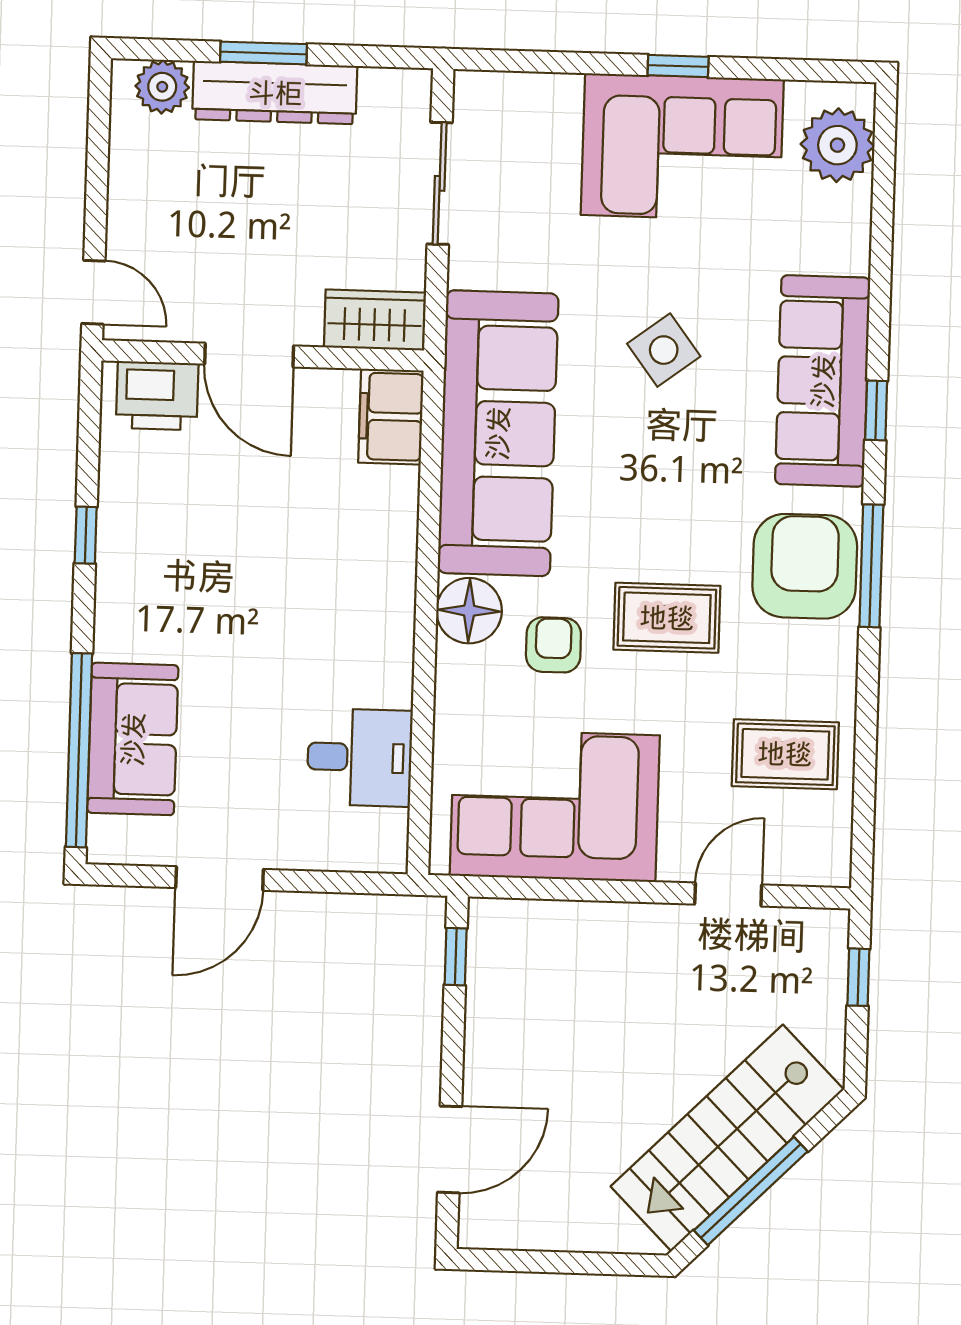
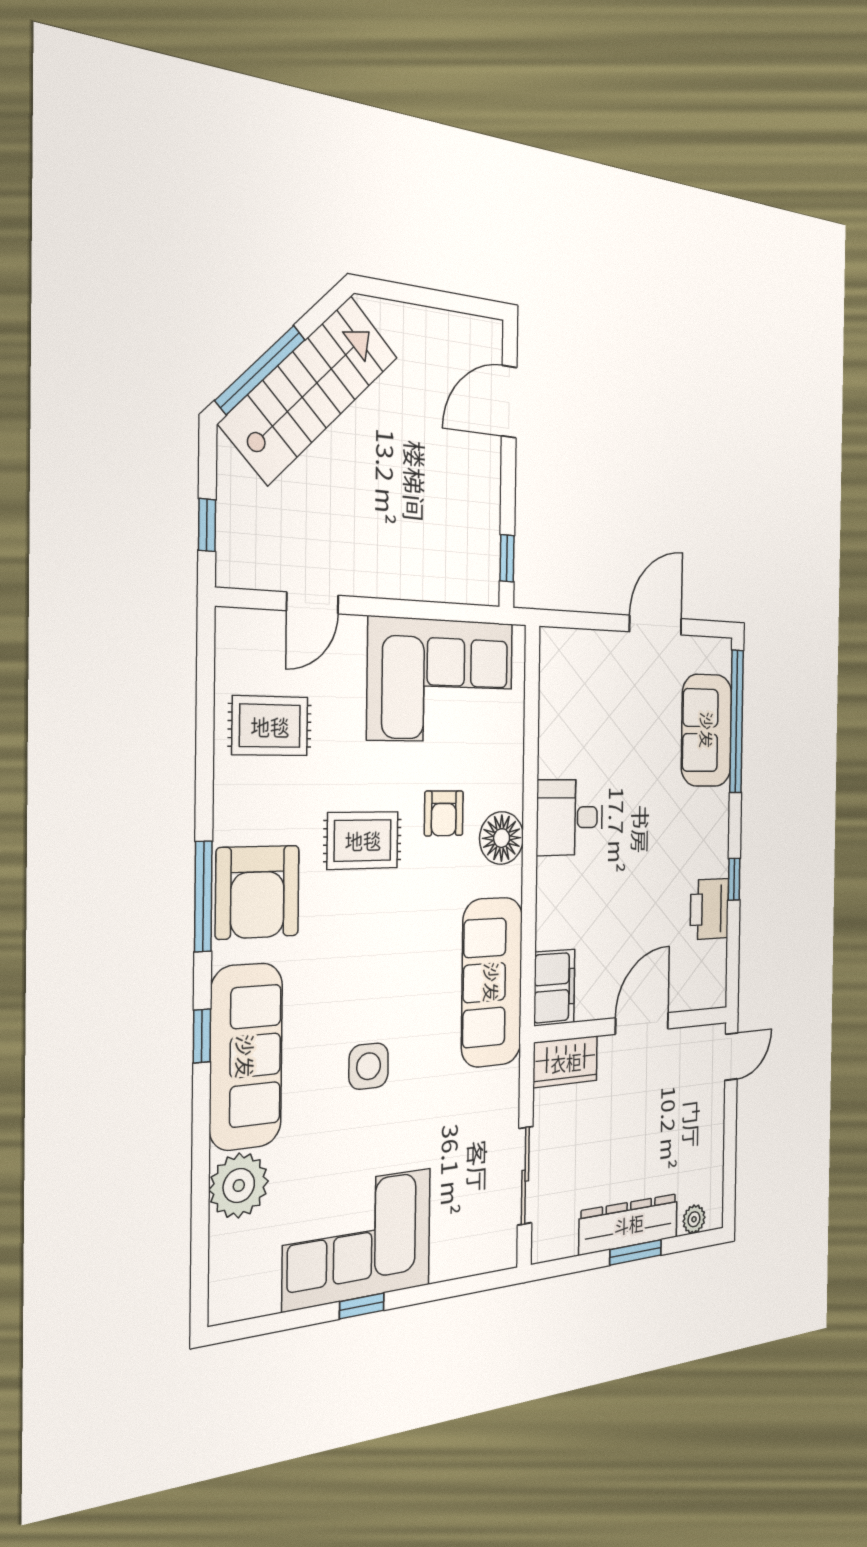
plant: (162, 87) -> (694, 1219), width x0.73, depth x0.73
plant: (837, 145) -> (239, 1185), moved
door: (93, 292) -> (731, 1056), swing flipped
side table: (664, 350) -> (369, 1066), turned 37
door: (249, 355) -> (642, 1023), hinge flipped
printer: (157, 396) -> (709, 909), moved, turned -90
sofa: (498, 433) -> (492, 982), width x0.74, depth x0.79
desk: (360, 757) -> (570, 817), moved
window: (751, 1191) -> (260, 370), moved

